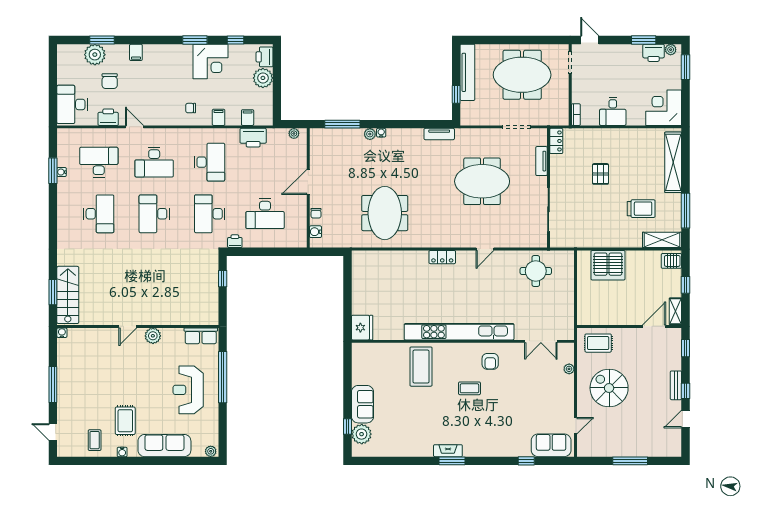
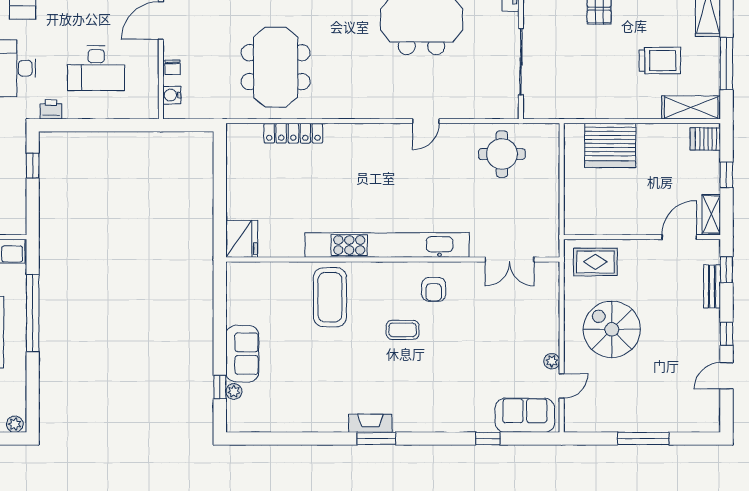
locker: (442, 257) -> (293, 133), moved, width x1.53
plant: (569, 369) -> (552, 361), moved
bench: (676, 385) -> (712, 286), moved
plant: (362, 434) -> (234, 391), width x0.53, depth x0.53

